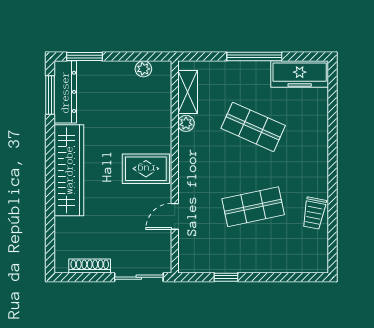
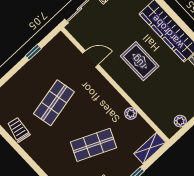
shelving: (188, 92) -> (150, 148), moved, turned 90
rug: (146, 169) -> (140, 61), moved, turned 90
door: (175, 216) -> (91, 59), hinge flipped

